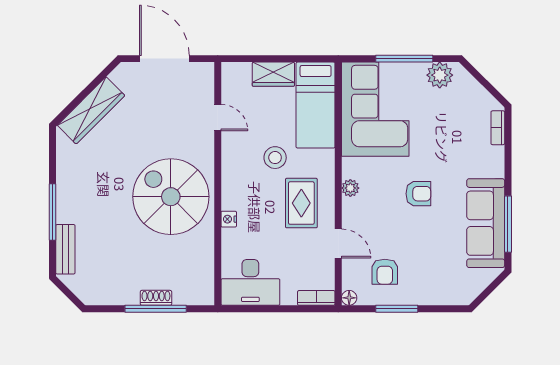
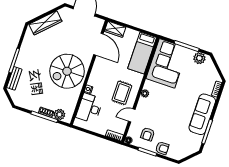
wardrobe: (273, 74) -> (115, 29), moved
door: (218, 118) -> (98, 44), width x1.87
stool: (275, 158) -> (117, 70), removed
armchair: (418, 194) -> (162, 148), moved
spiral stairs: (171, 197) -> (67, 71), turned -90
sofa: (486, 223) -> (202, 114), moved
door: (338, 244) -> (132, 115), swing flipped
desk: (250, 282) -> (89, 108), moved, turned 90
plant: (186, 293) -> (59, 114), added

